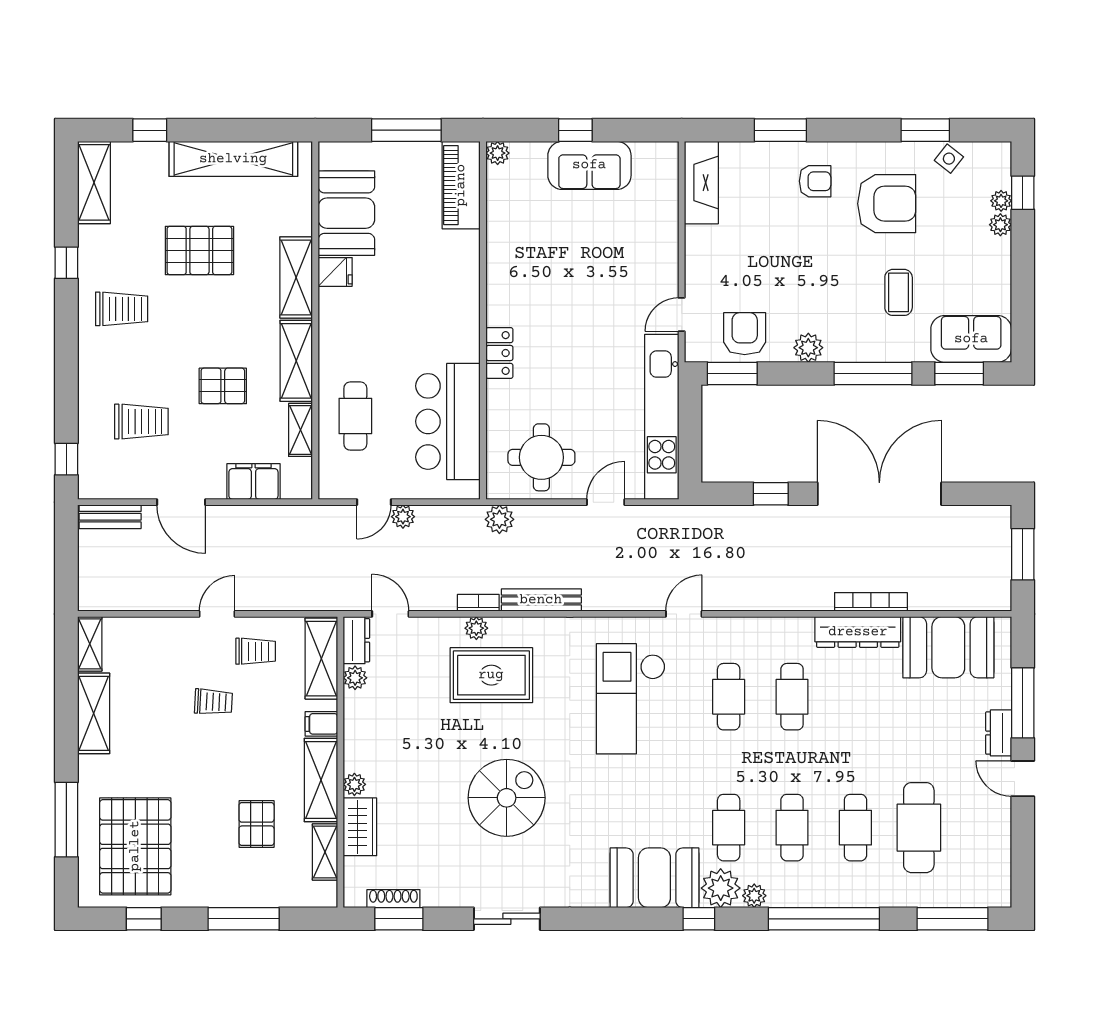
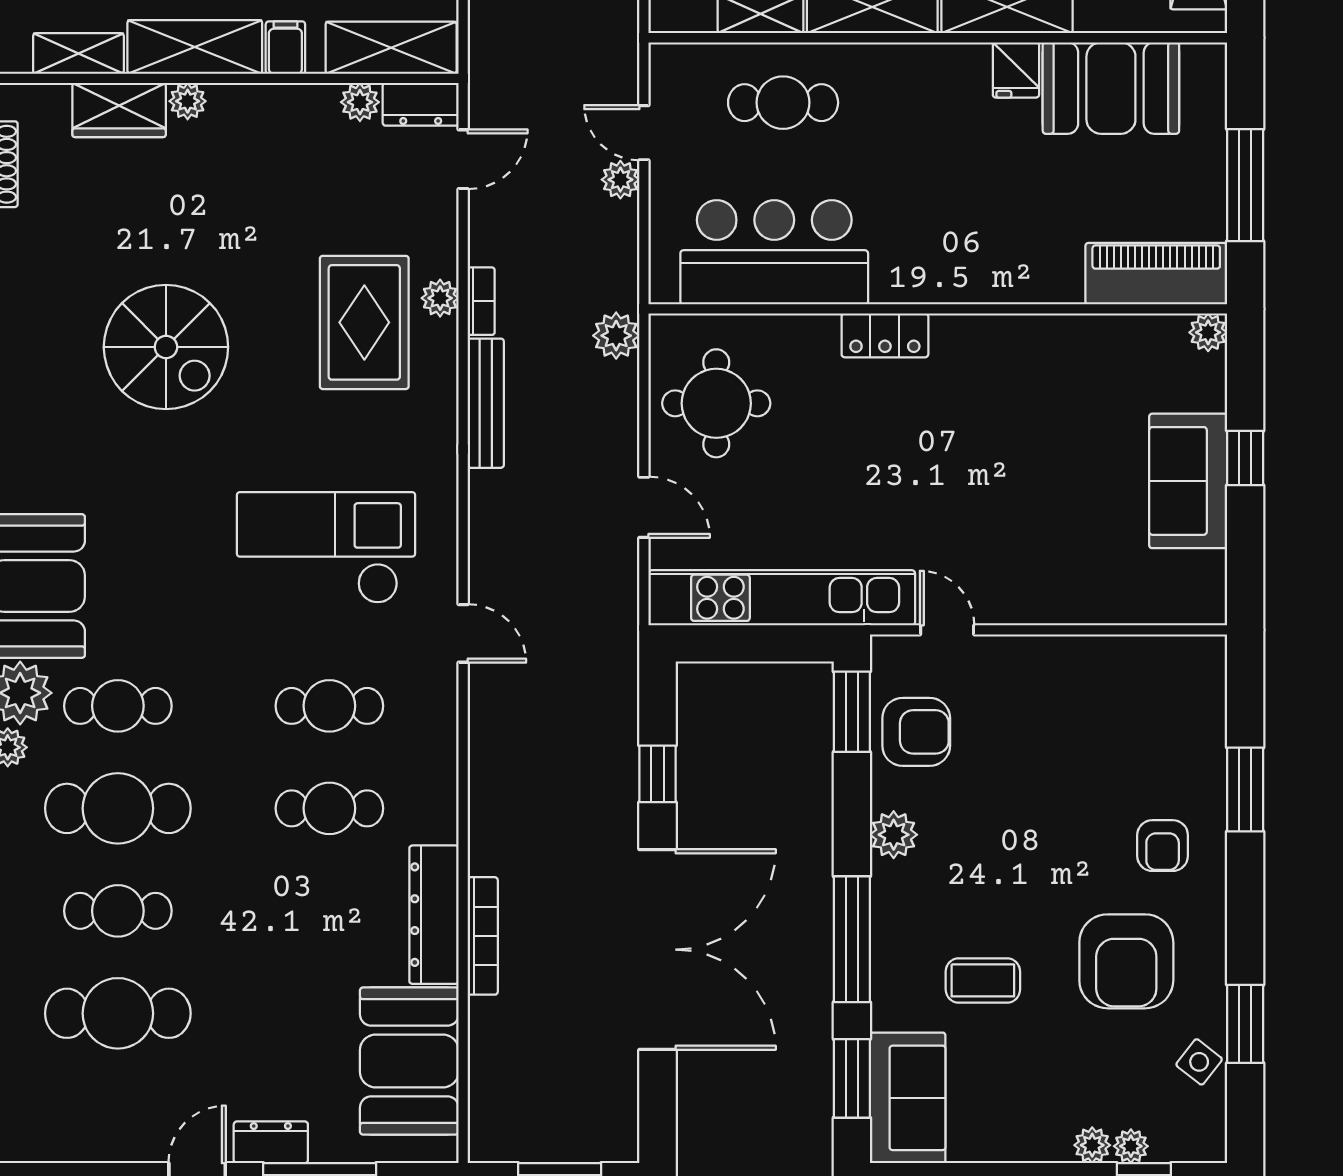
fireplace: (701, 183) -> (1160, 662), removed
cafe table: (792, 828) -> (118, 808), width x1.37, depth x1.35

